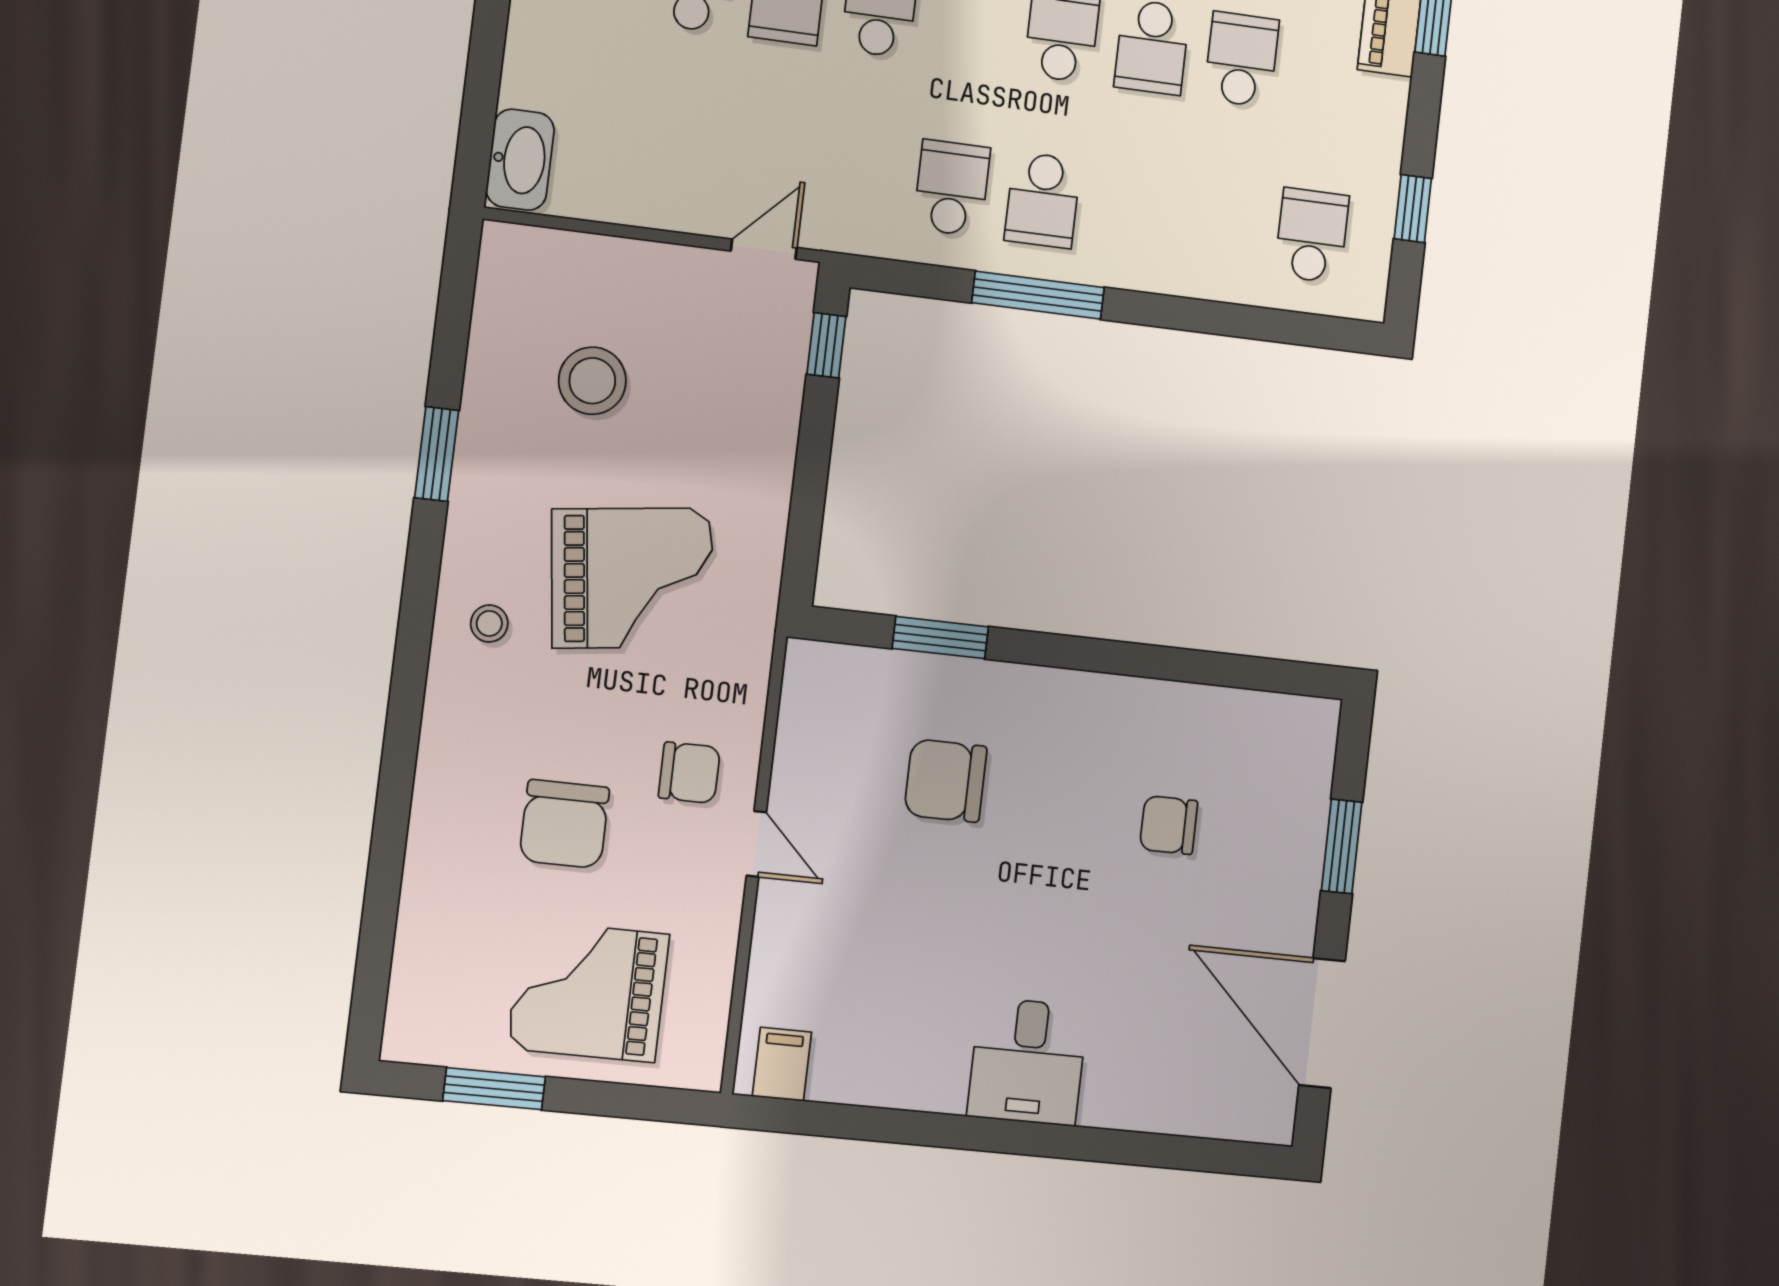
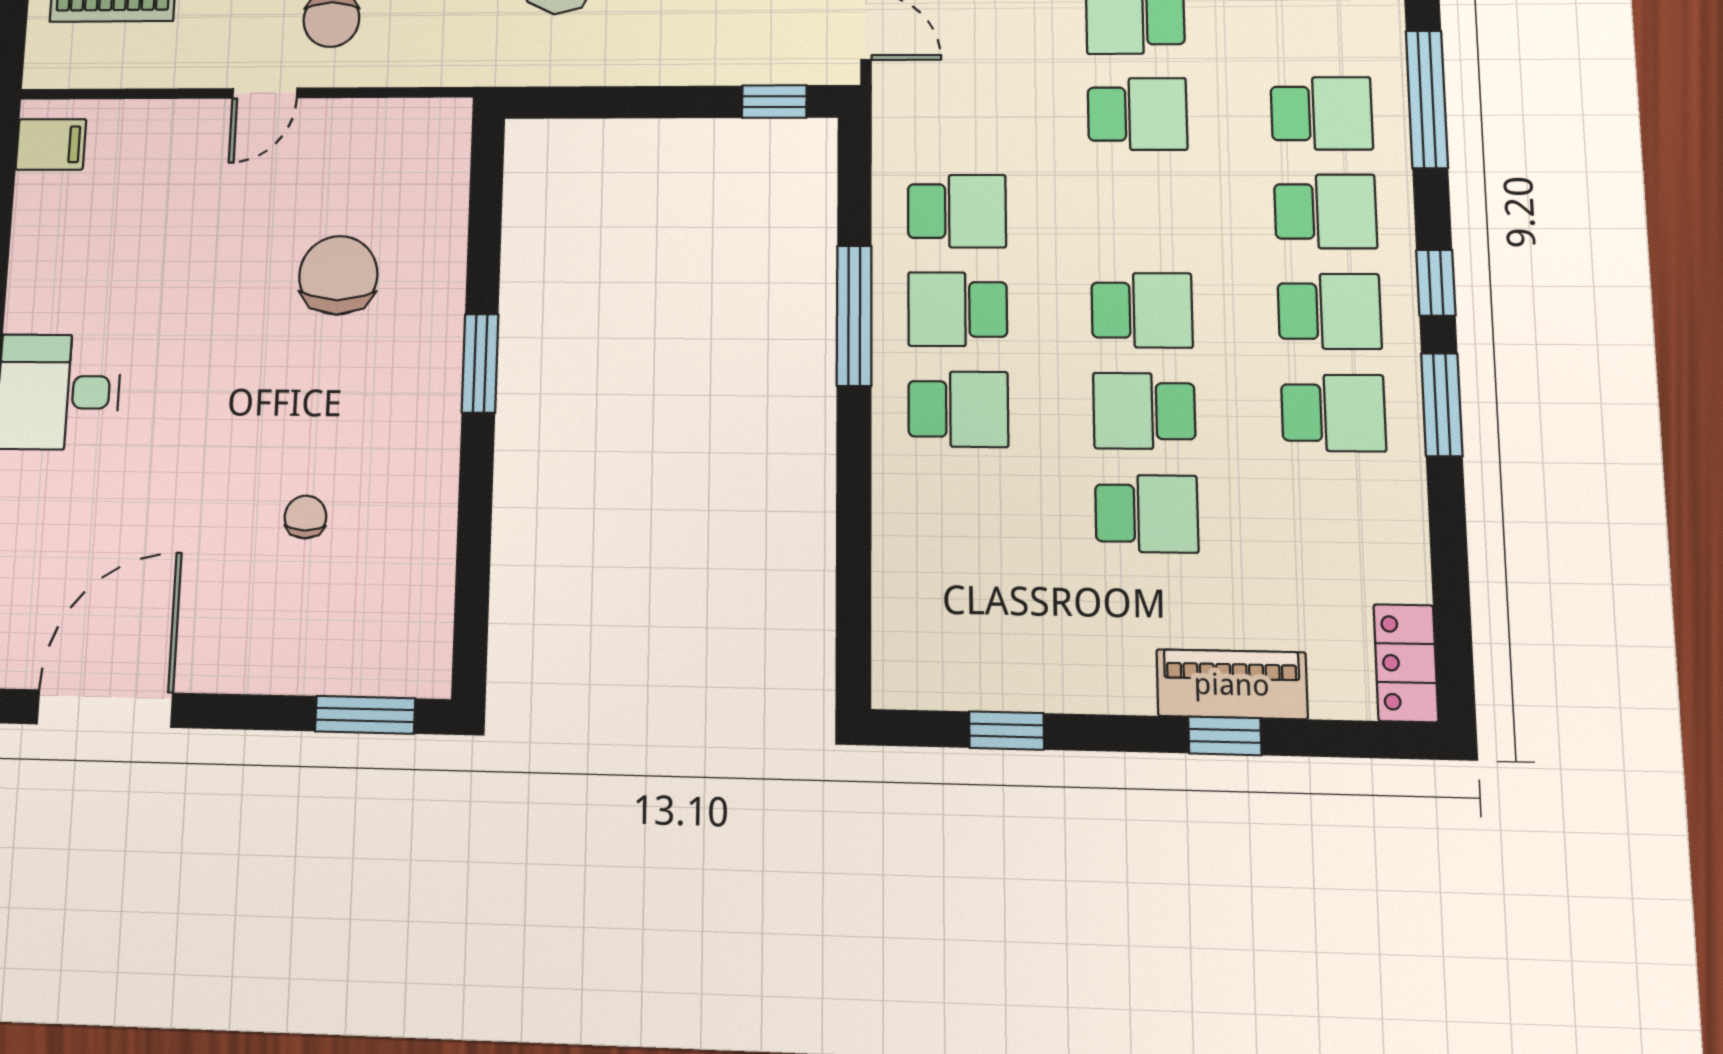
school desk: (1312, 236) -> (958, 409), moved
window: (940, 638) -> (480, 363), moved
chair: (1169, 825) -> (305, 517), width x0.73, depth x0.73
window: (1342, 846) -> (365, 715), moved

